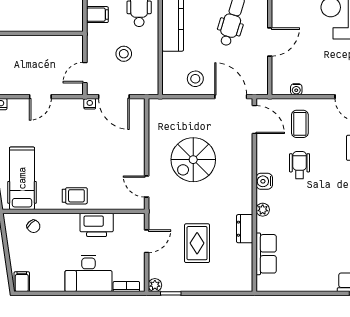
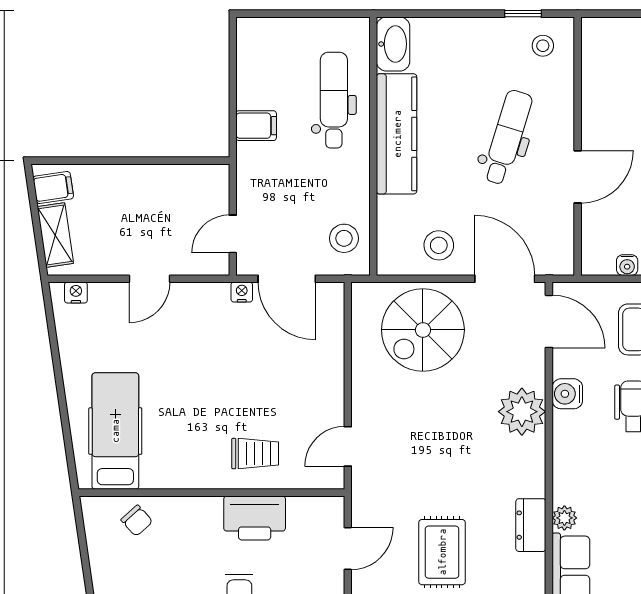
stool: (124, 54) -> (344, 238), moved
spiral stairs: (193, 160) -> (423, 330), moved
plant: (240, 168) -> (522, 412), added
water cooler: (264, 181) -> (567, 394), moved
door: (147, 186) -> (348, 446), hinge flipped
trolley: (75, 196) -> (255, 454), moved
plant: (263, 210) -> (564, 518), moved

